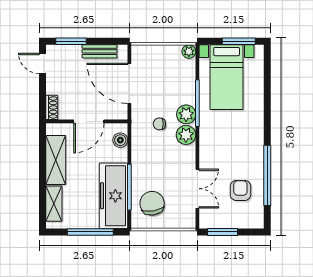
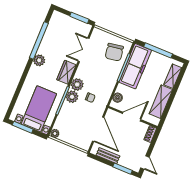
wardrobe: (209, 146) -> (66, 72), added
plant: (255, 147) -> (39, 60), added
armchair: (240, 190) -> (58, 38), removed

